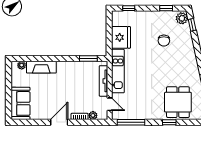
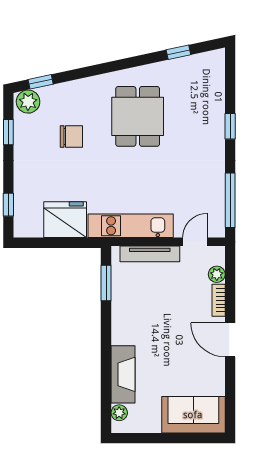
dining table: (178, 102) -> (138, 116), moved, turned 90

